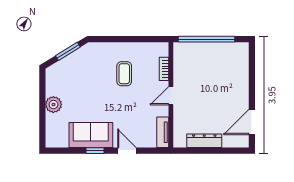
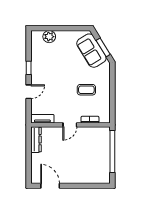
door: (171, 96) -> (70, 125), swing flipped
plant: (53, 105) -> (49, 37), moved
sofa: (91, 135) -> (91, 51), moved, turned 148
dresser: (204, 141) -> (36, 140), moved

